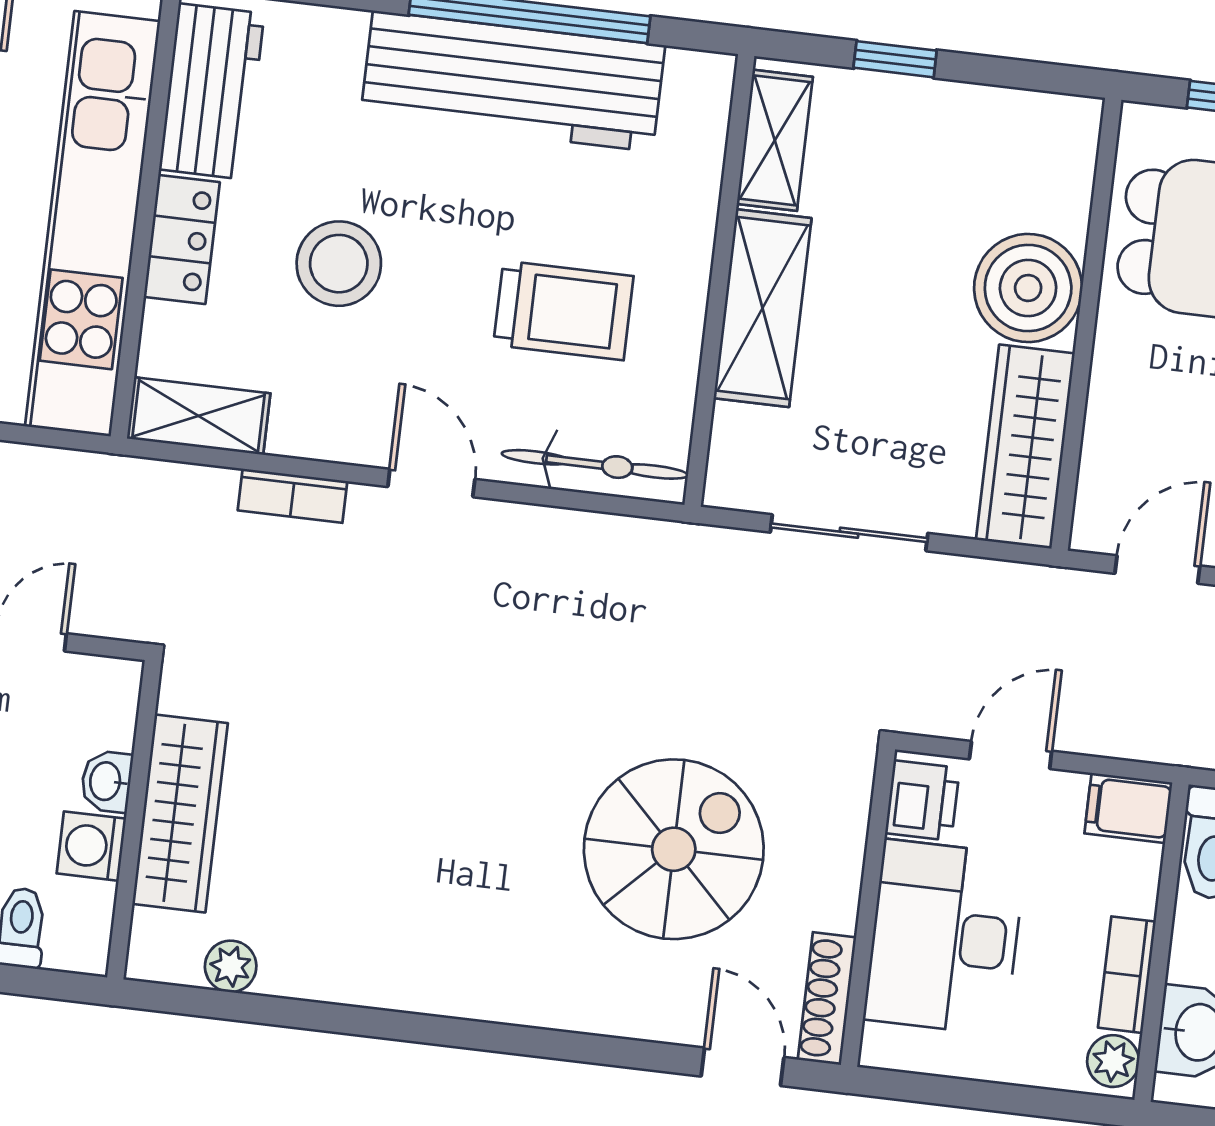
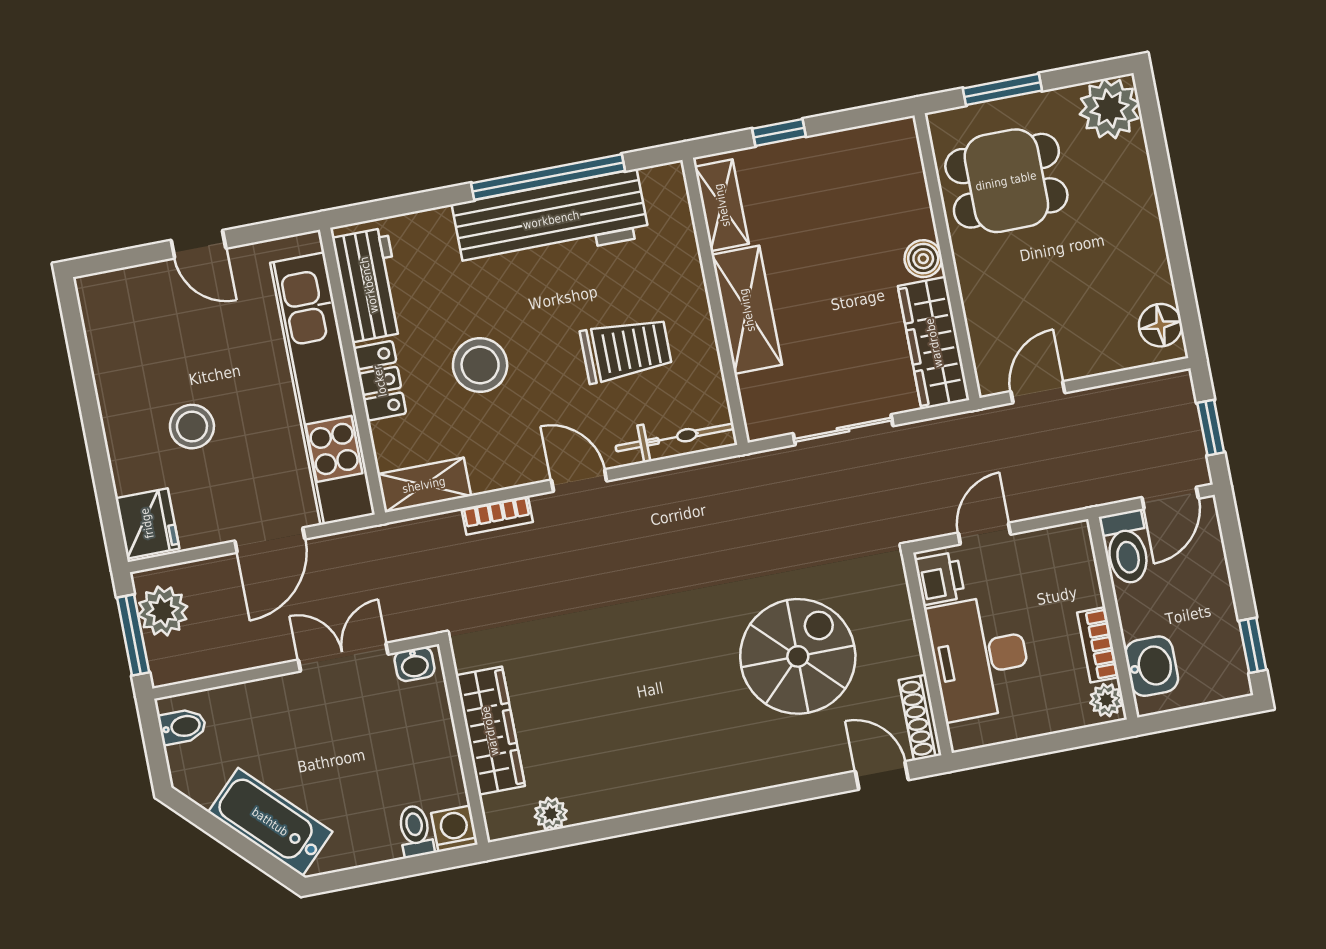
boiler: (1028, 288) -> (923, 259), width x0.54, depth x0.54
washbasin: (107, 781) -> (415, 664), moved, turned -90
filing cabinet: (1128, 808) -> (1067, 543), removed
washing machine: (91, 846) -> (454, 829), moved, turned 90

